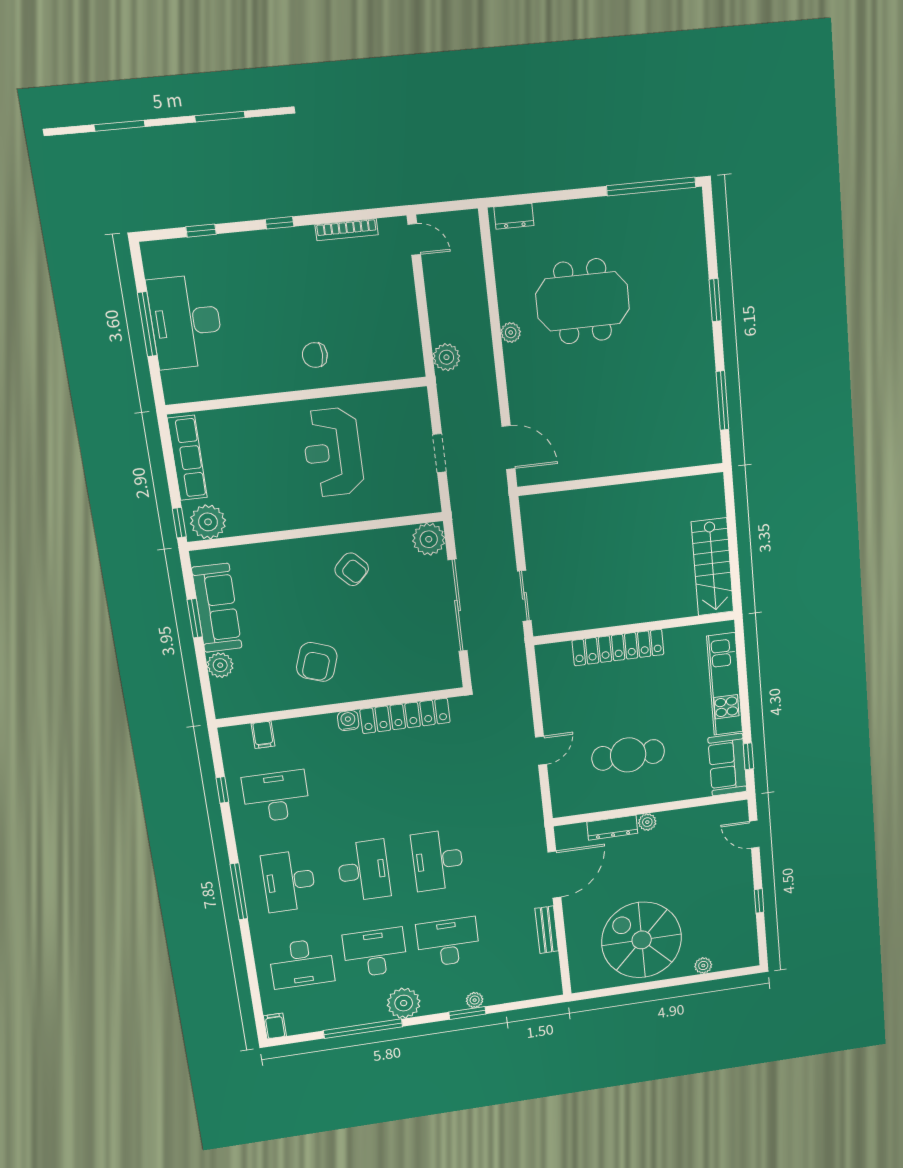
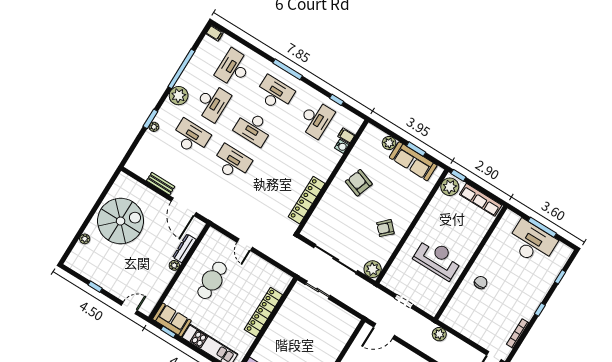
water cooler: (348, 721) -> (342, 146), moved
desk: (448, 942) -> (191, 137), turned -90

